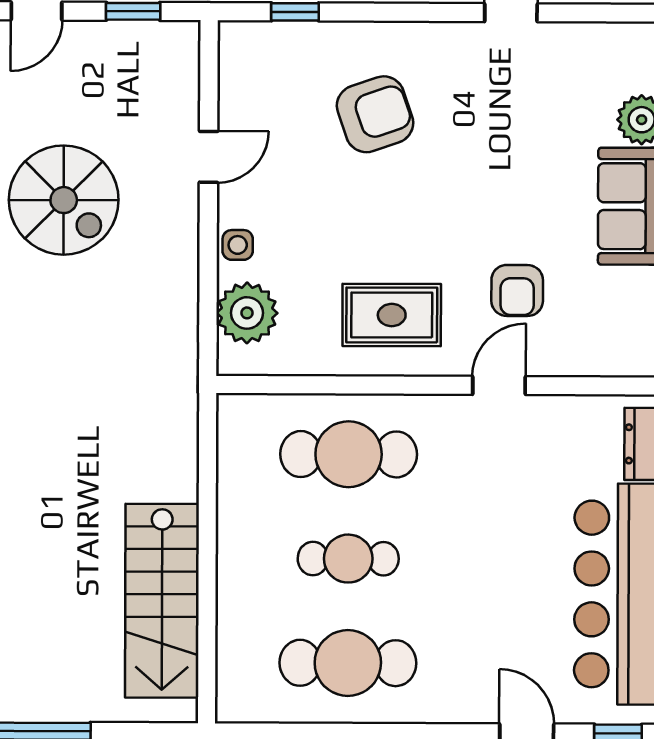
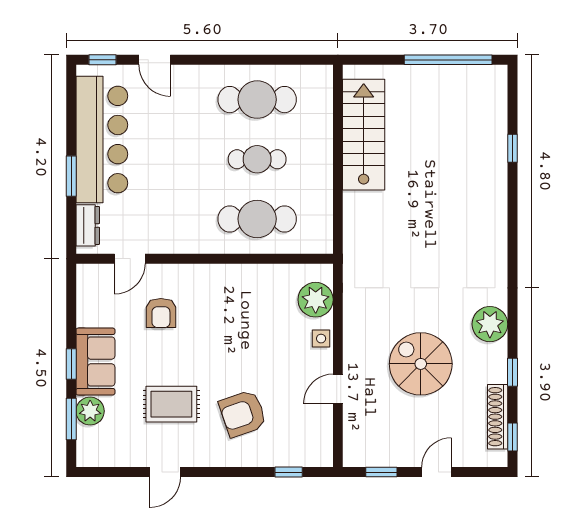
armchair: (517, 290) -> (161, 313), turned 180
rug: (392, 315) -> (171, 404), moved
door: (499, 385) -> (130, 259), moved

